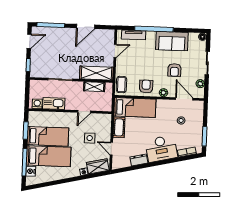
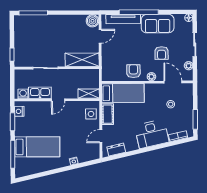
door: (86, 26) -> (69, 13), removed
boiler: (108, 35) -> (92, 21), added
tv unit: (134, 35) -> (123, 19), width x1.41
door: (29, 41) -> (12, 30), removed
coffee table: (121, 84) -> (108, 70), removed
shelving: (94, 87) -> (89, 94), moved
door: (84, 112) -> (58, 100), moved
bed: (48, 136) -> (36, 127), removed
side table: (90, 138) -> (91, 114), moved
door: (111, 149) -> (101, 136), hinge flipped
dresser: (139, 160) -> (116, 150), moved
wardrobe: (98, 166) -> (88, 155), removed
nightstand: (31, 171) -> (19, 111), moved

